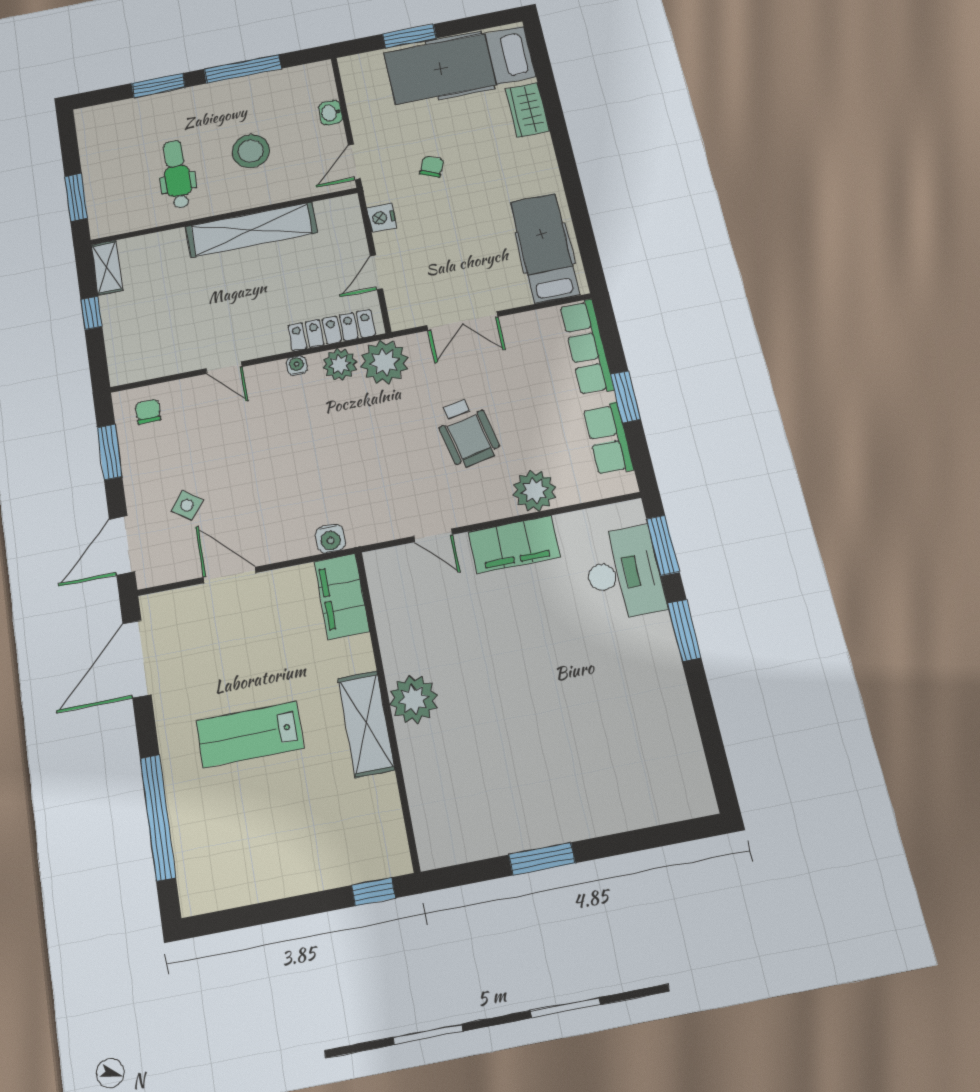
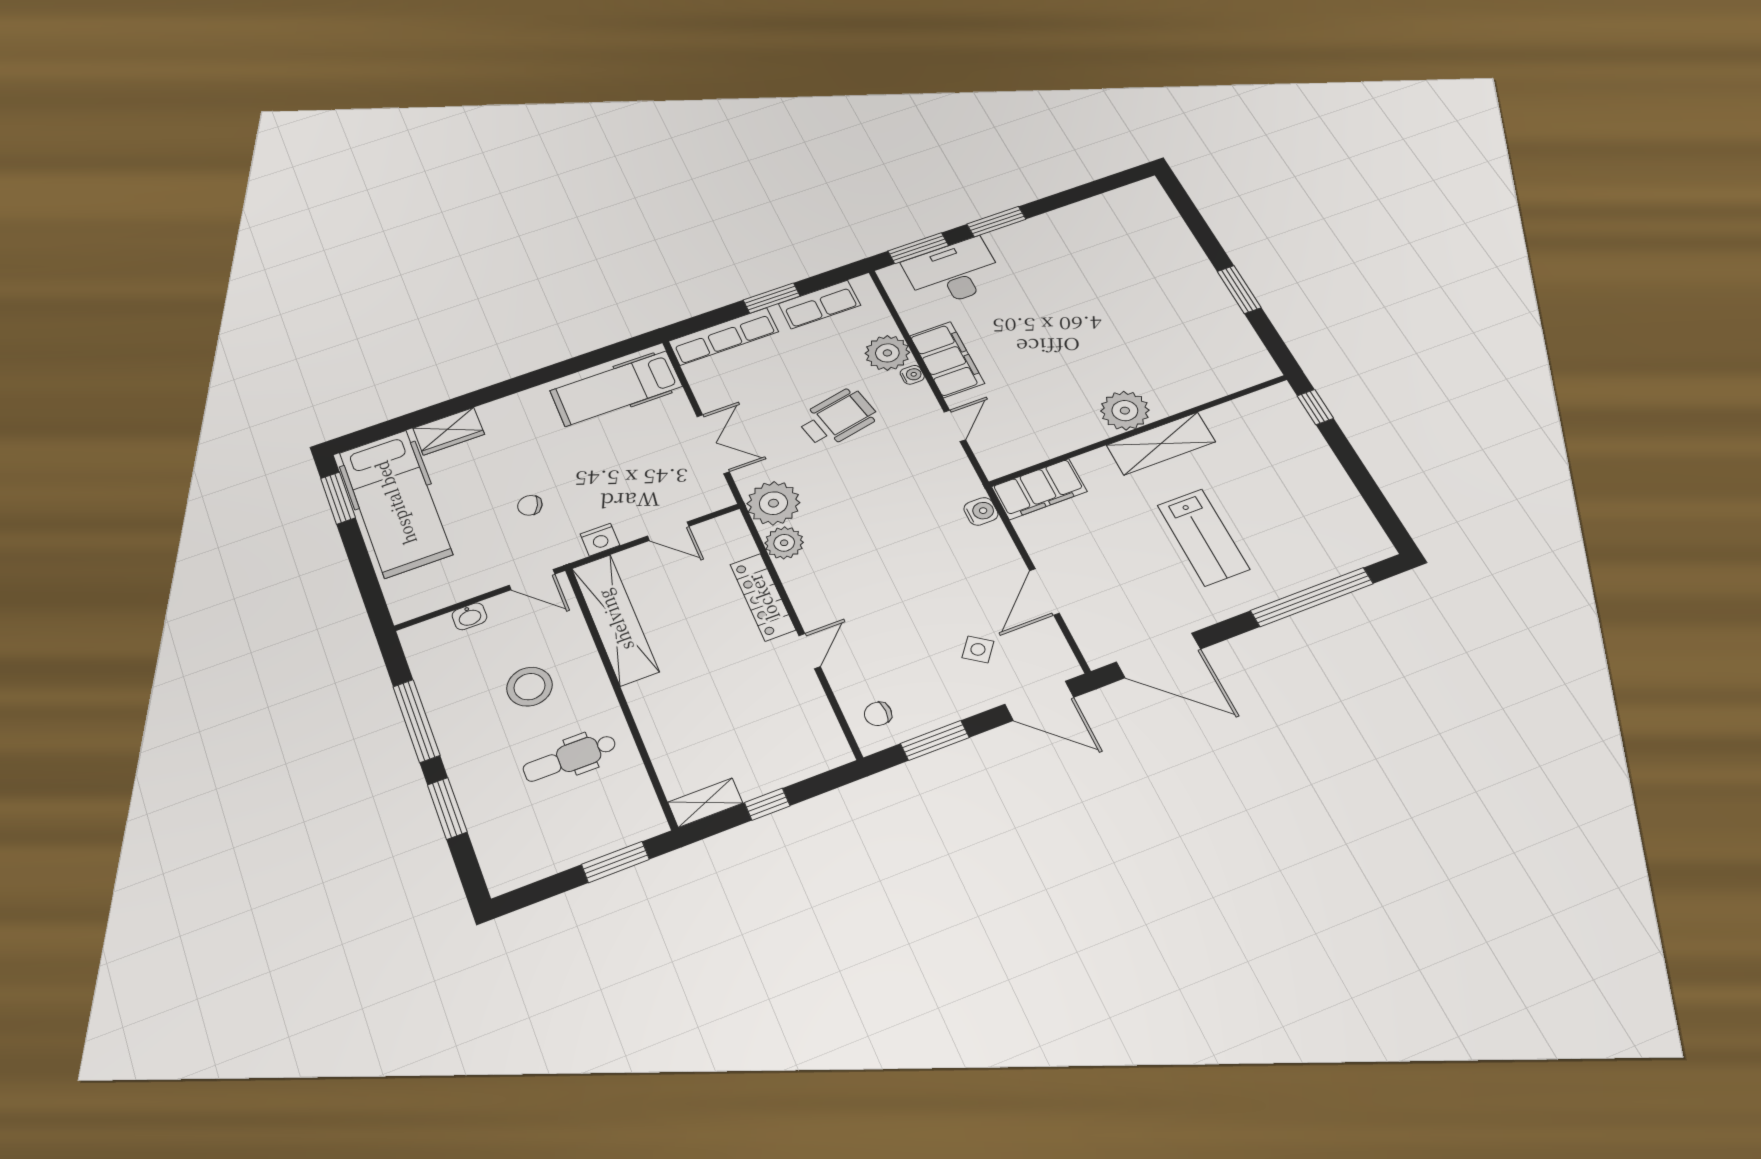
window: (409, 36) -> (338, 498), moved
shelving: (251, 230) -> (615, 620), moved
locker: (332, 330) -> (763, 597), moved
water cooler: (297, 366) -> (912, 375), moved, turned 180

